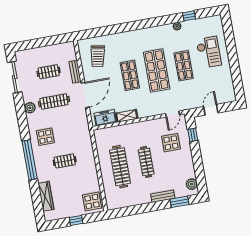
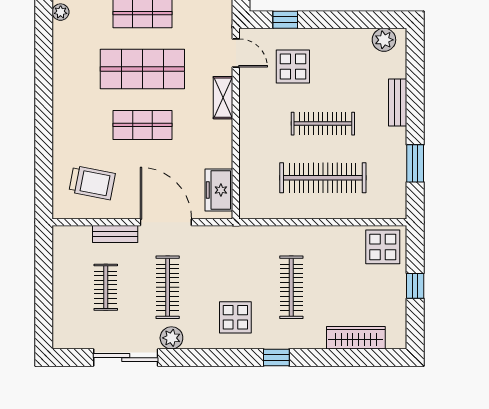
sliding door: (15, 77) -> (126, 358), moved
shelving: (127, 116) -> (223, 98), moved
window: (30, 160) -> (276, 358), width x0.32
clothes rail: (65, 161) -> (291, 287), width x1.36
window: (180, 202) -> (415, 163), moved

